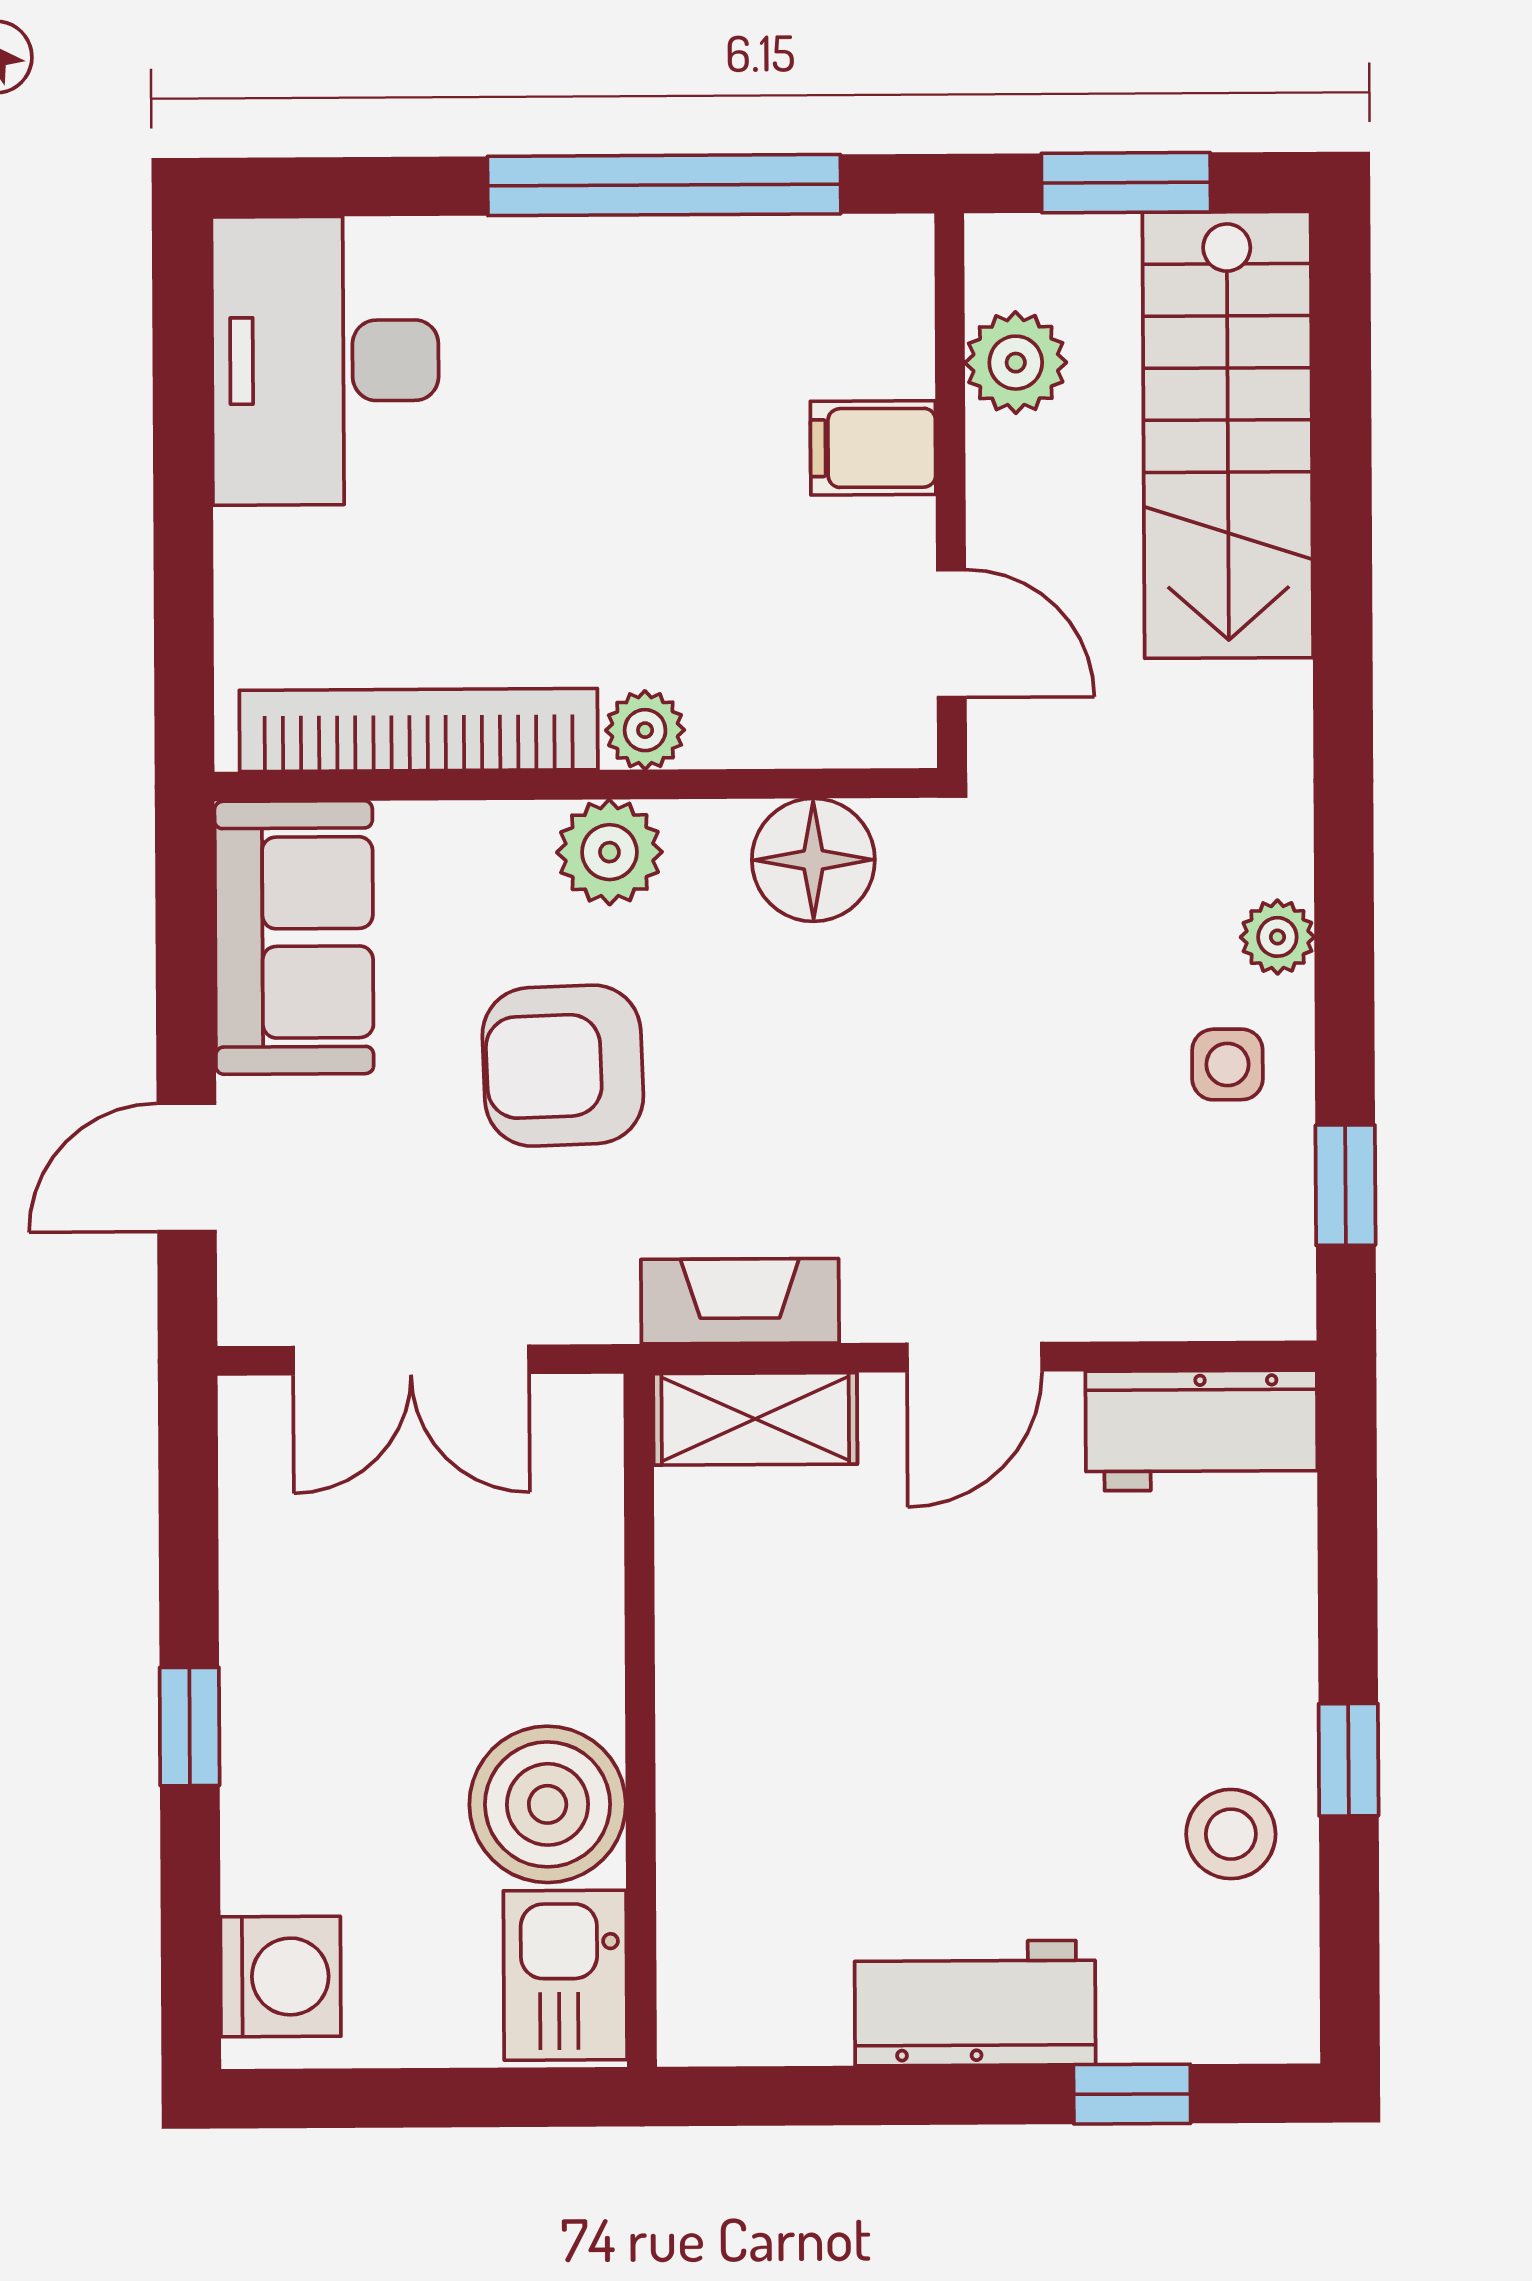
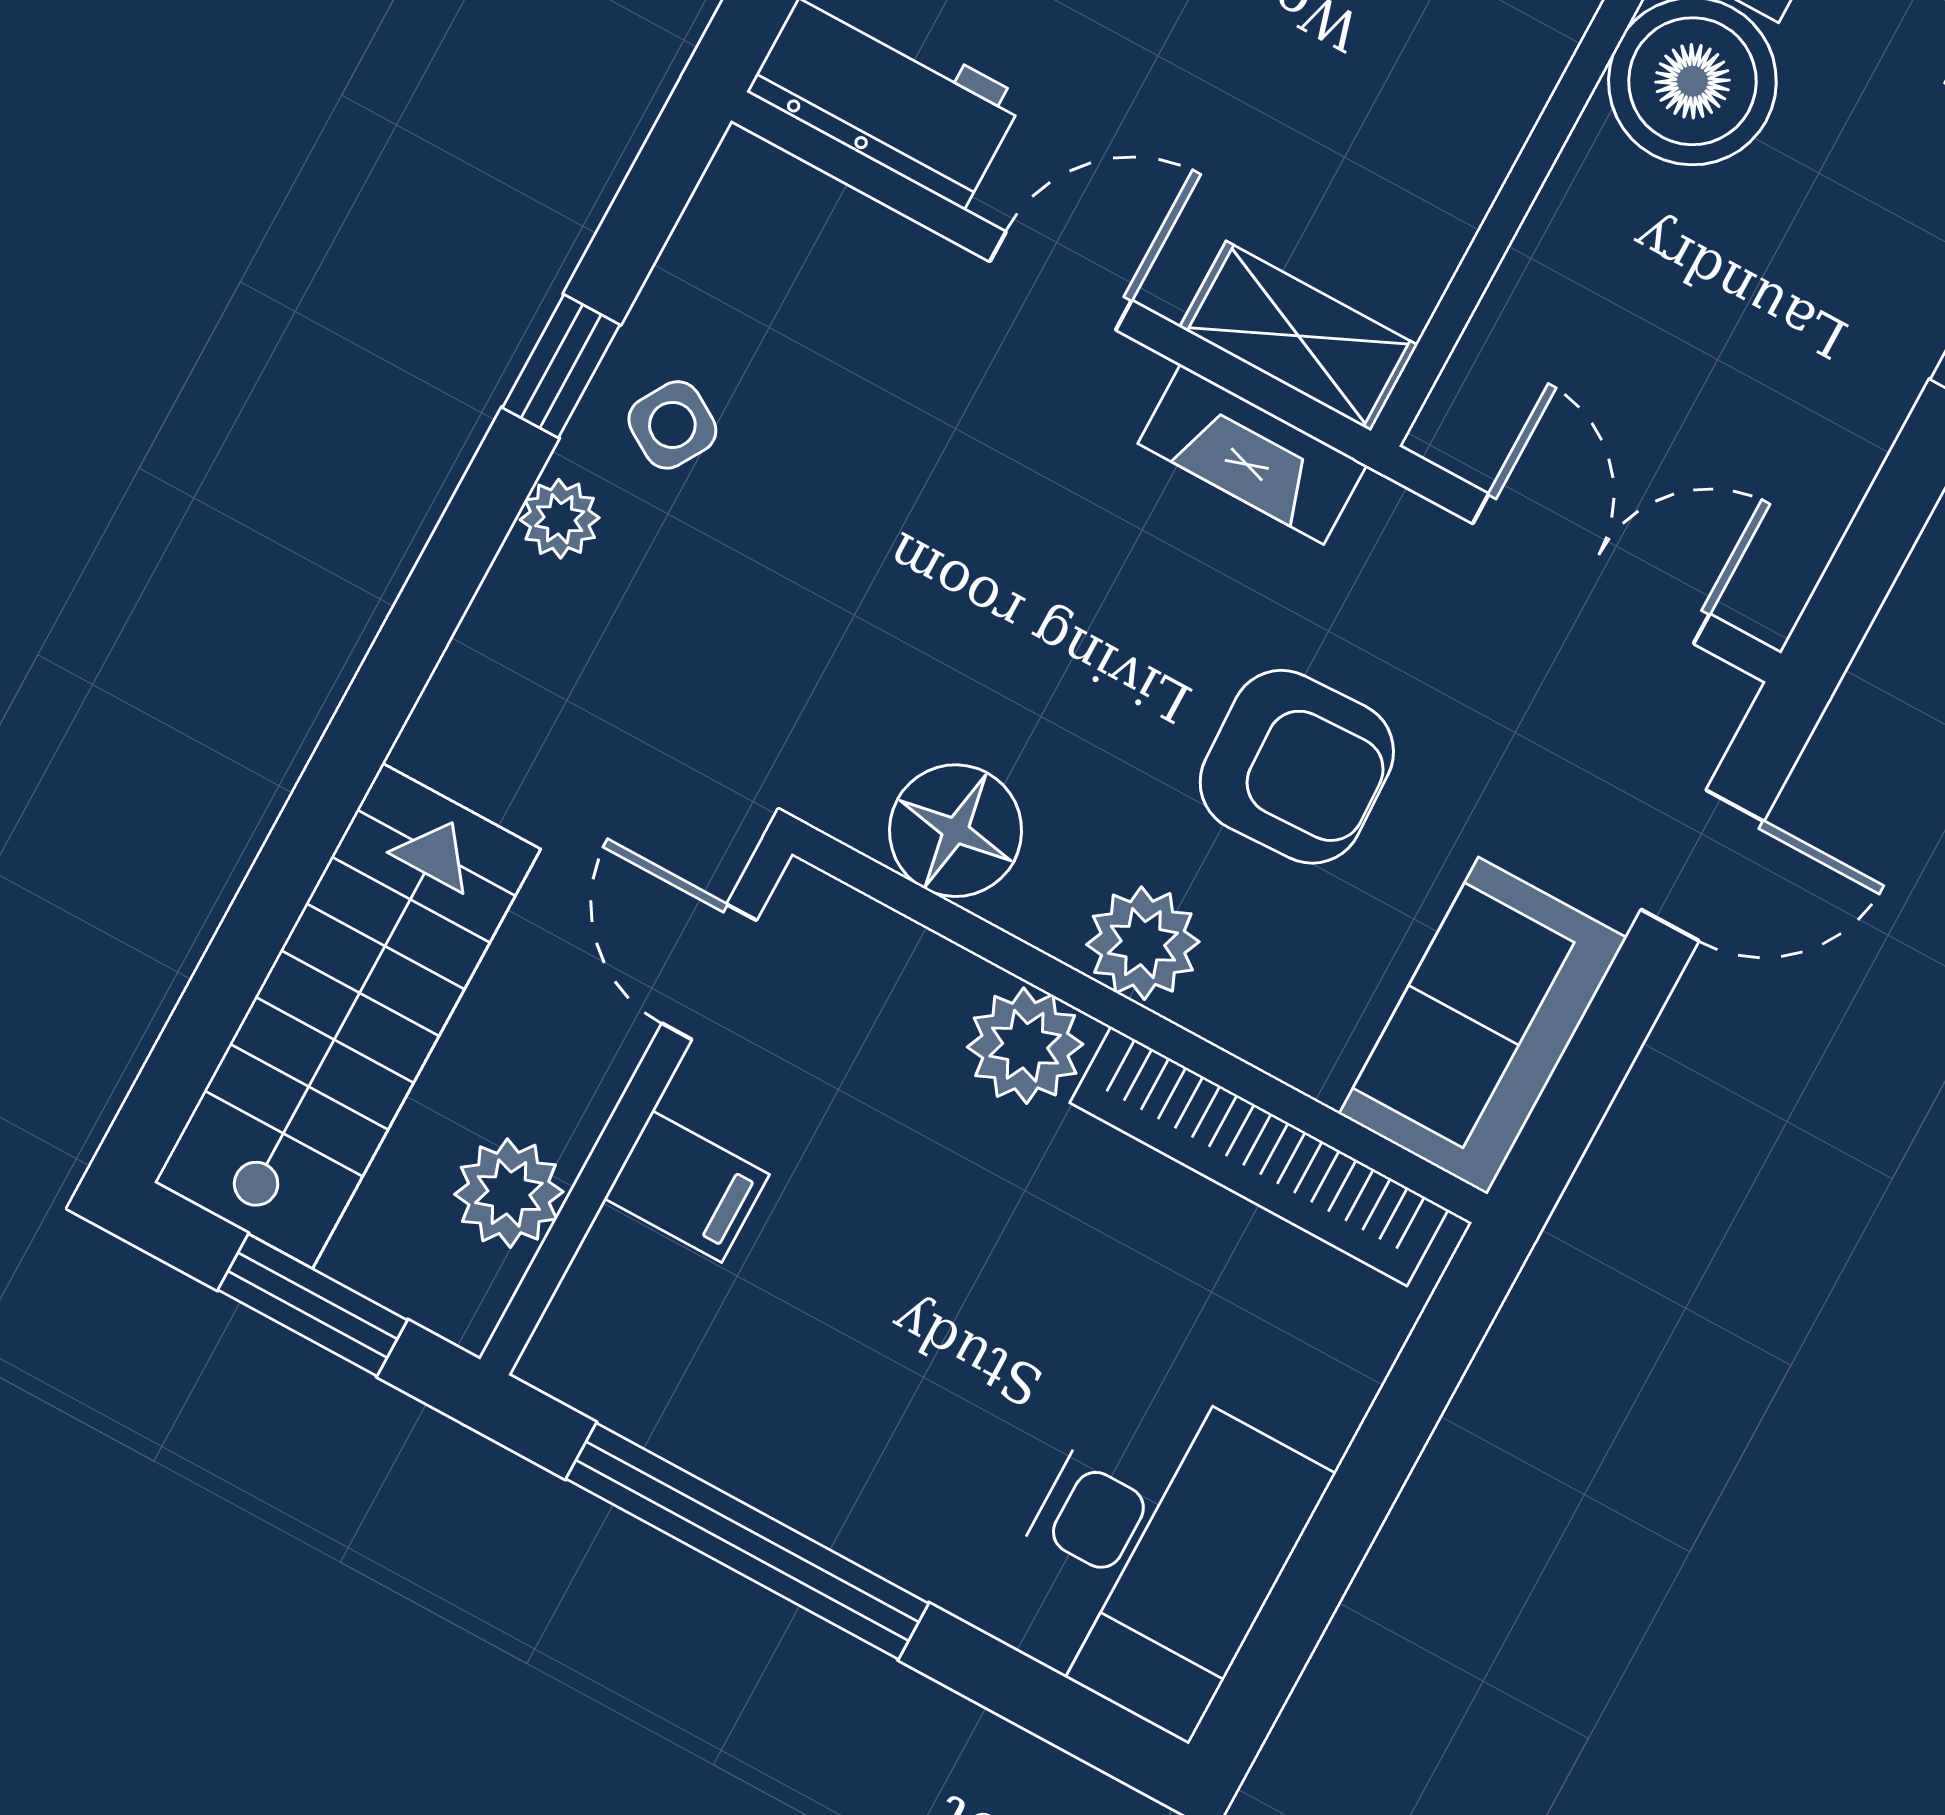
plant: (645, 730) -> (1025, 1046), width x1.38, depth x1.38
side table: (1227, 1064) -> (672, 425), turned 31
window: (1346, 1185) -> (561, 366), moved

